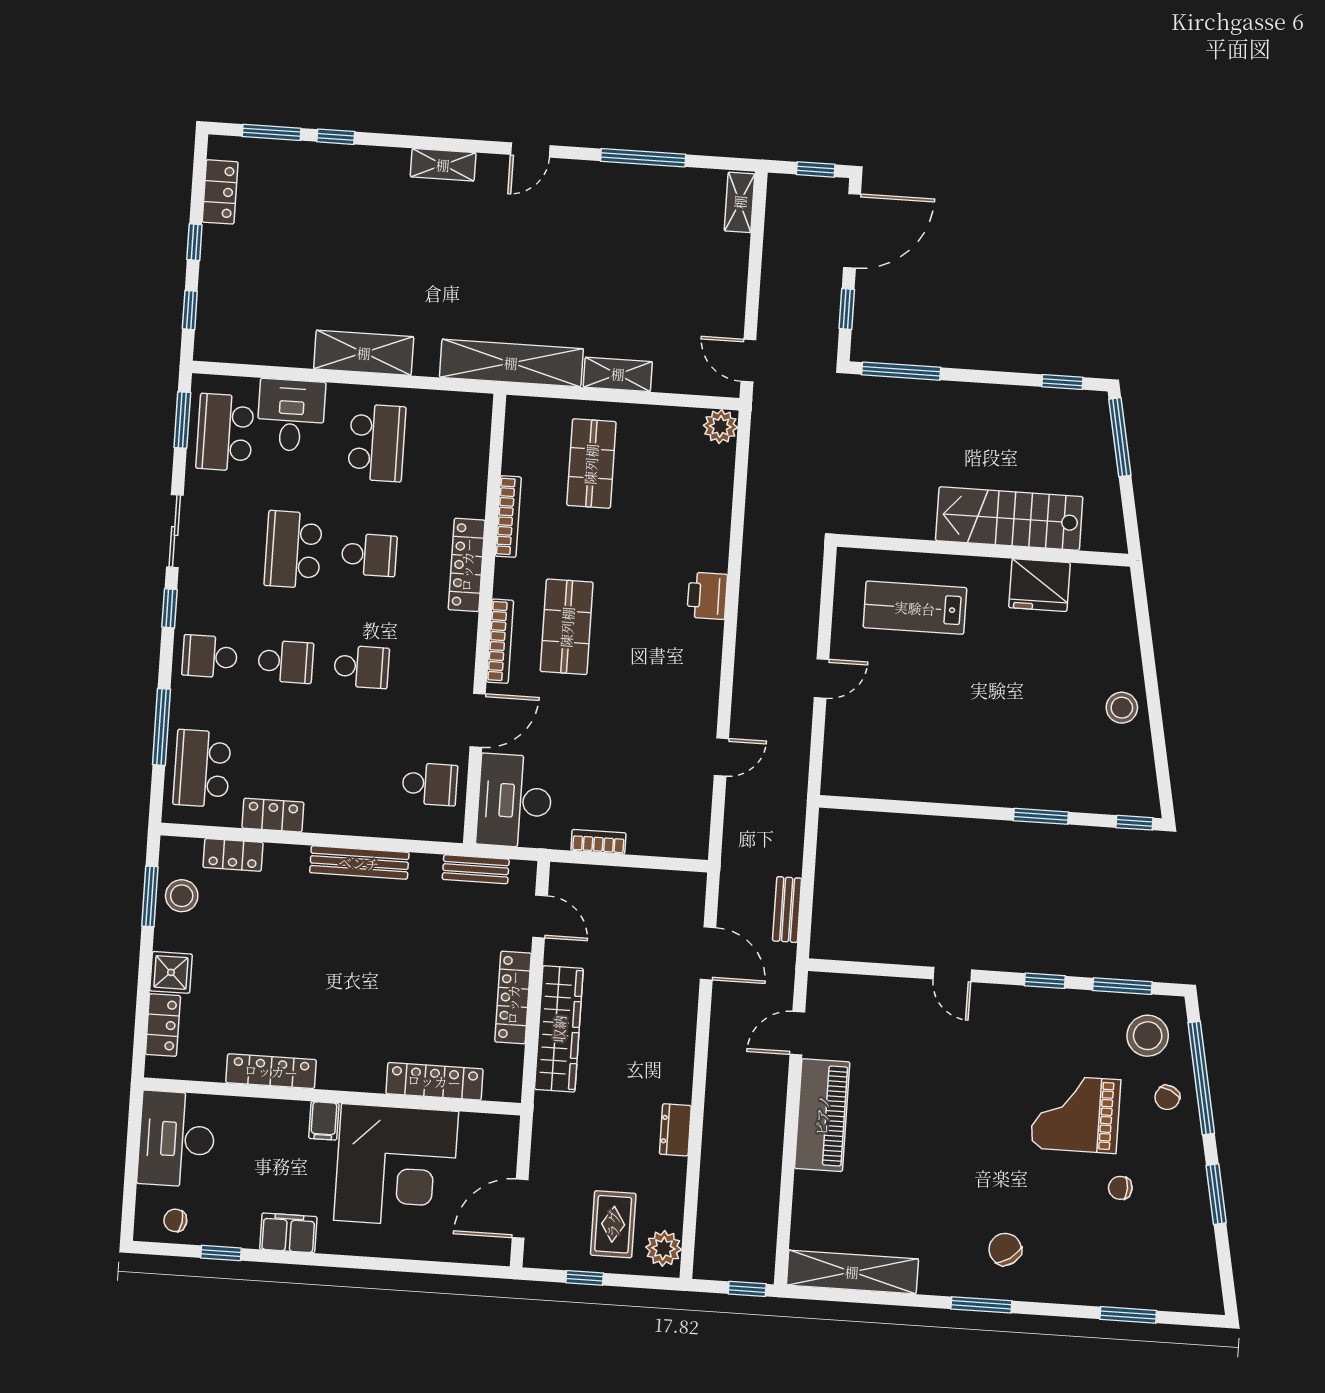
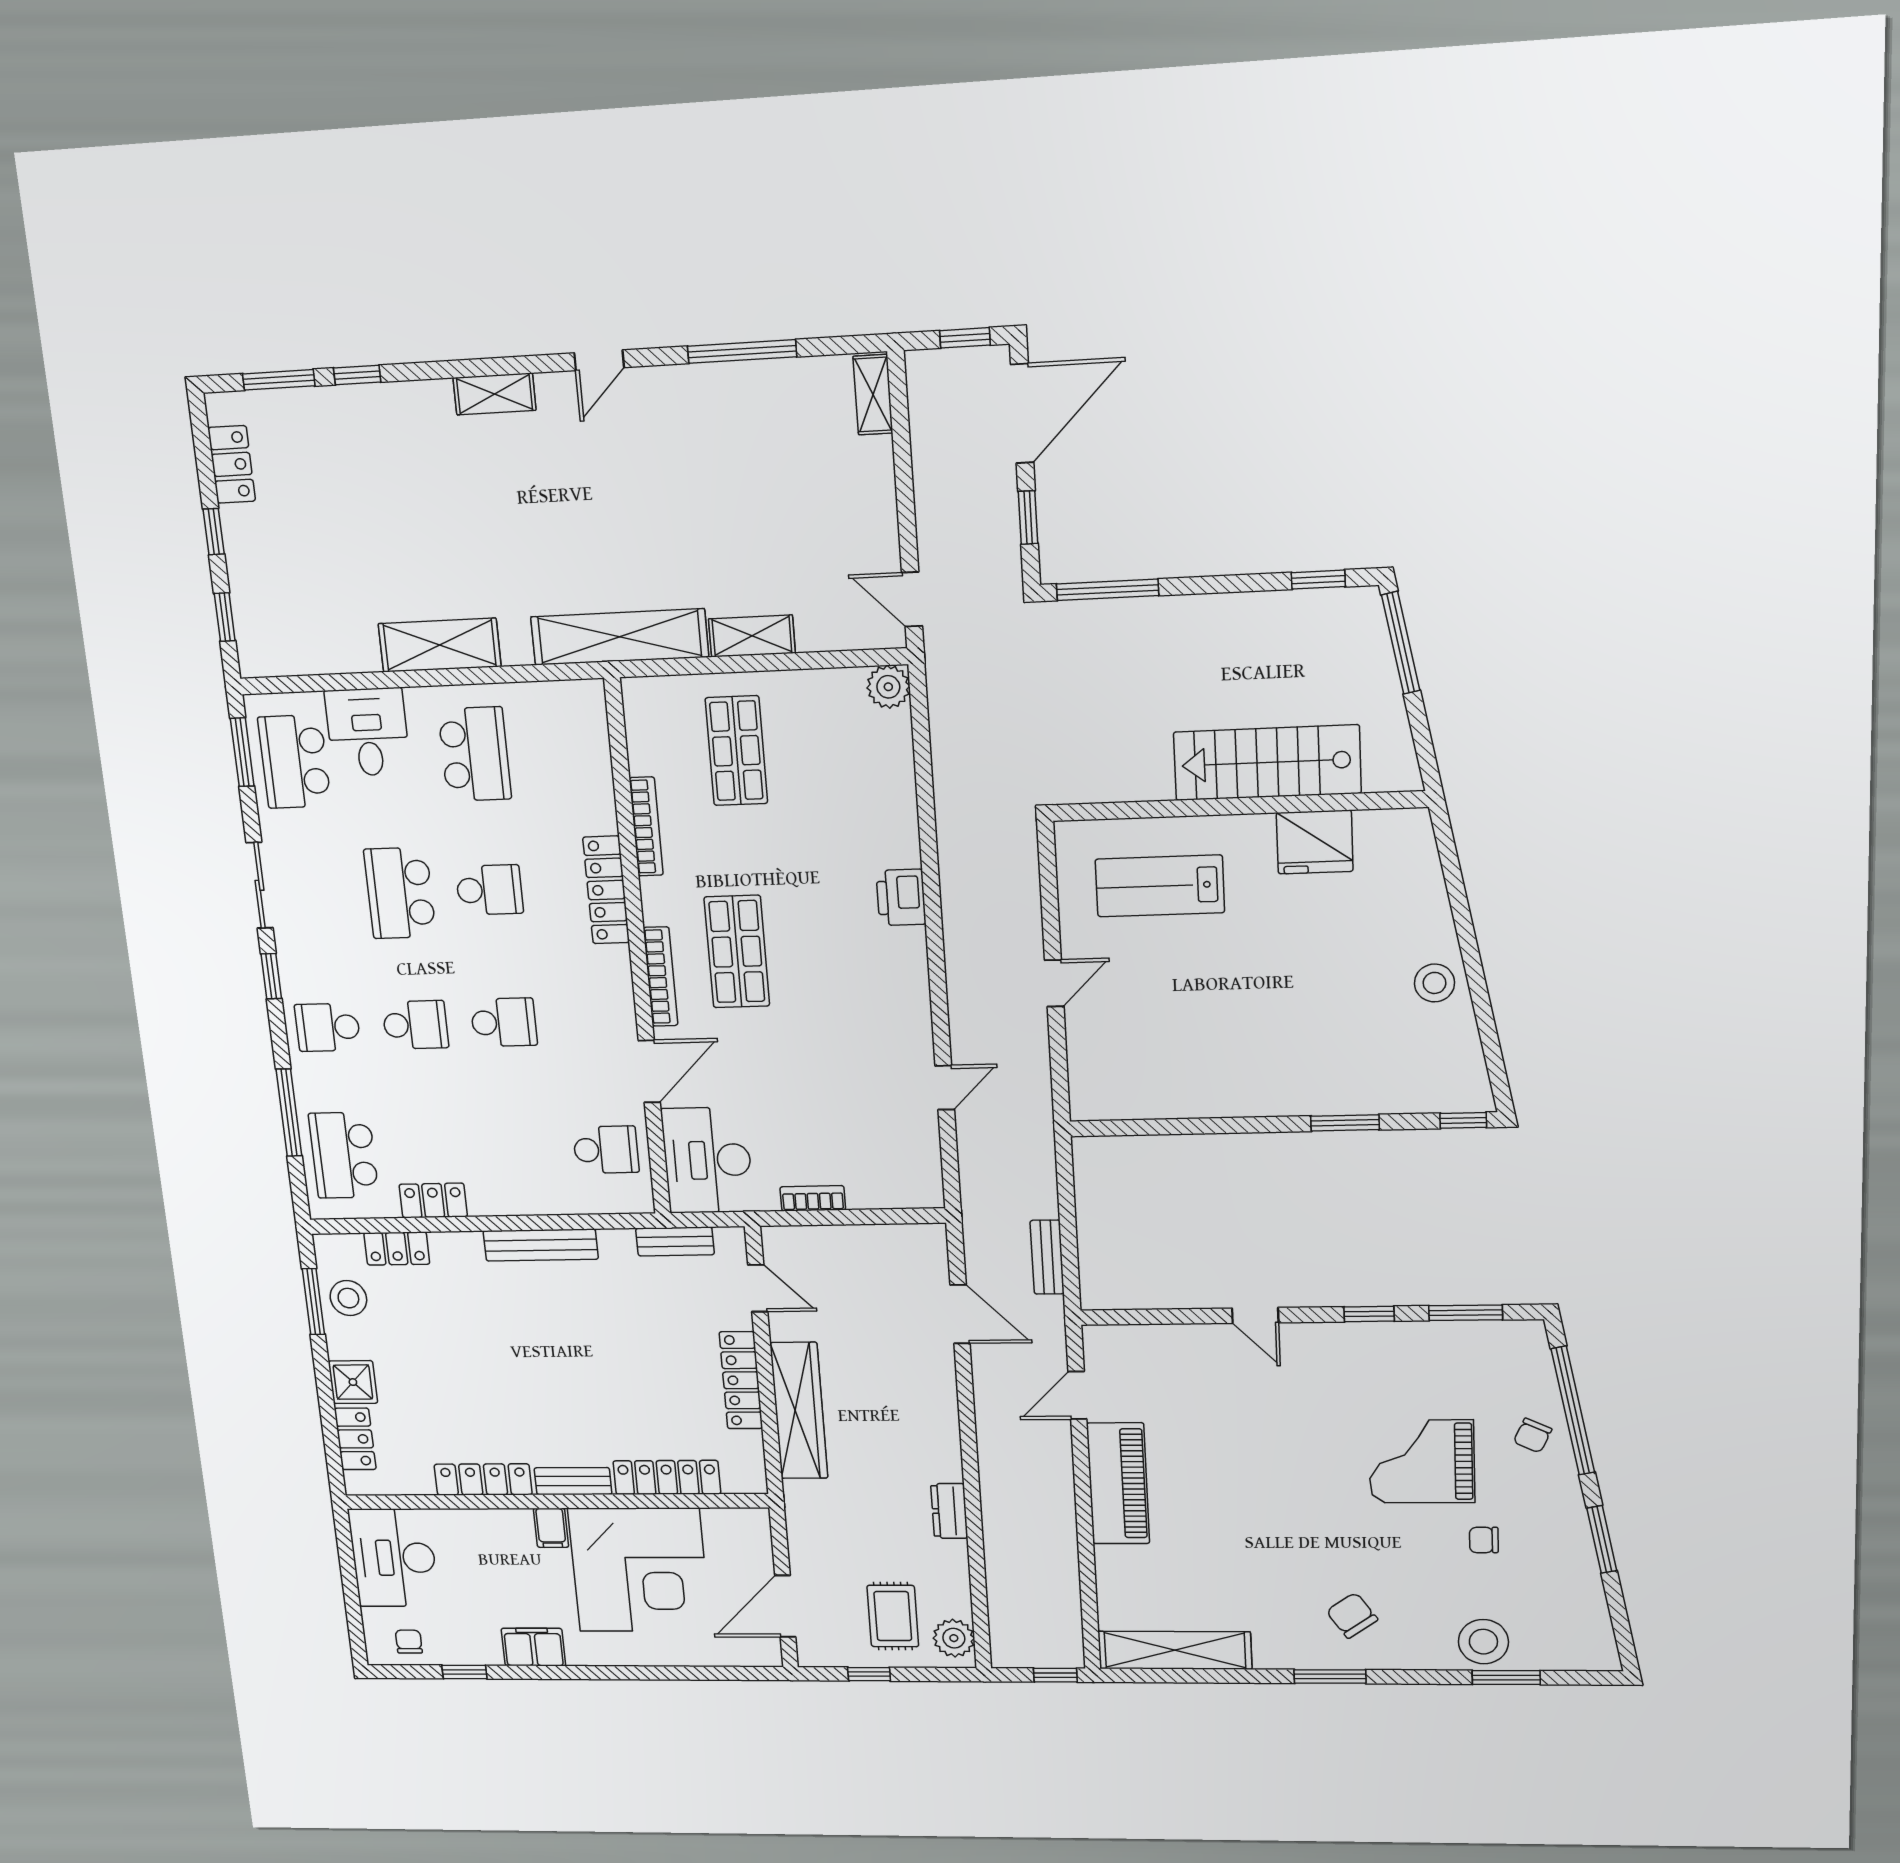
stool: (1148, 1036) -> (1483, 1642), moved
bench: (351, 1079) -> (573, 1481), added
chair: (175, 1220) -> (409, 1642), turned 82

